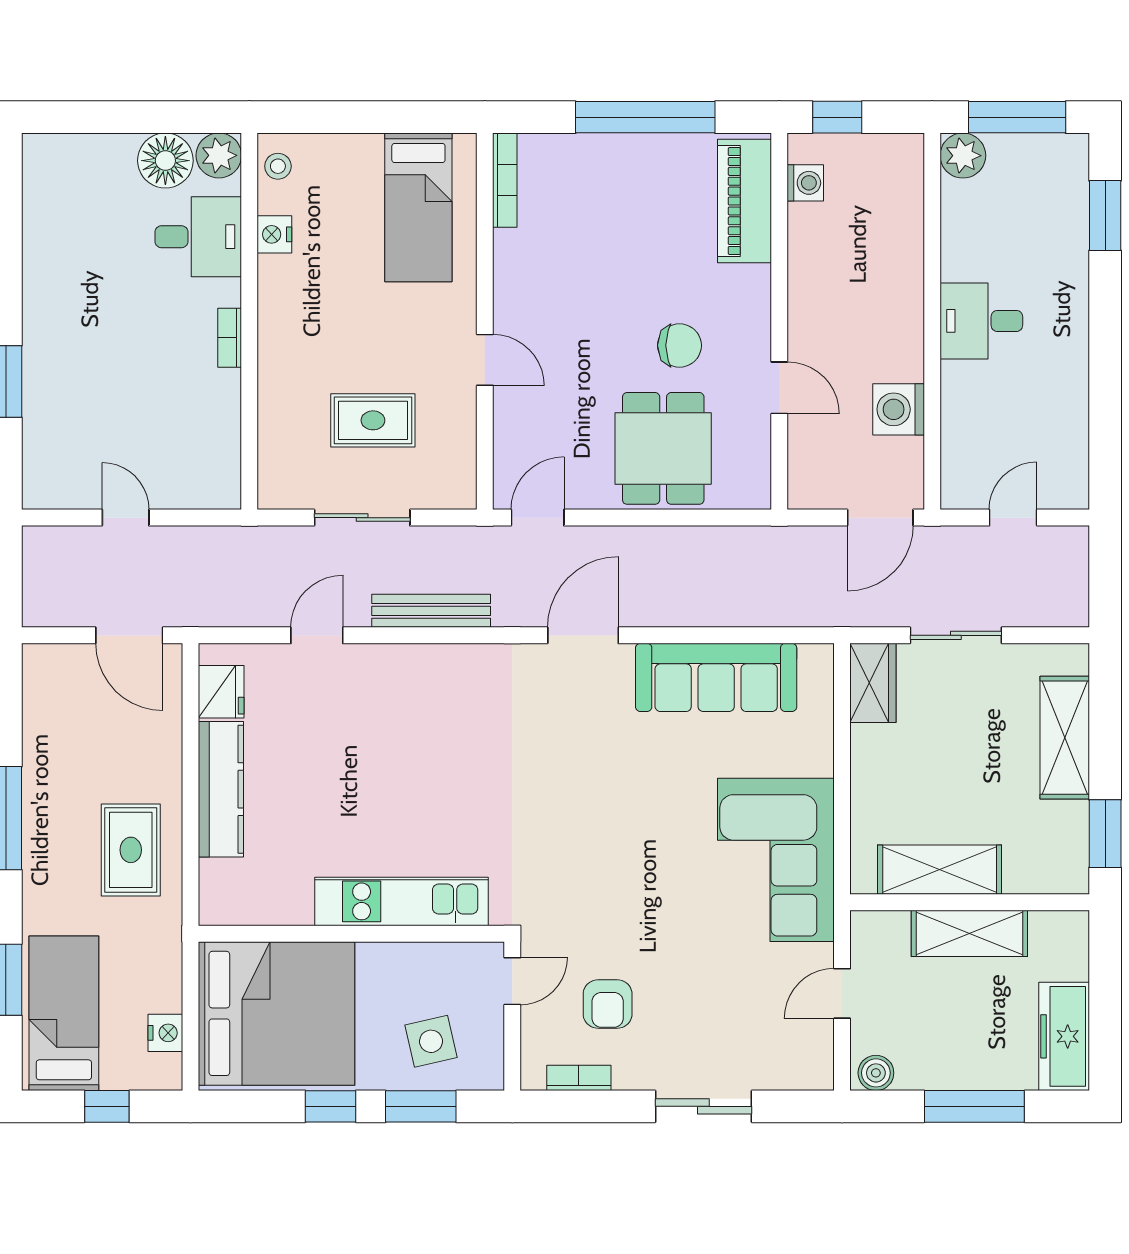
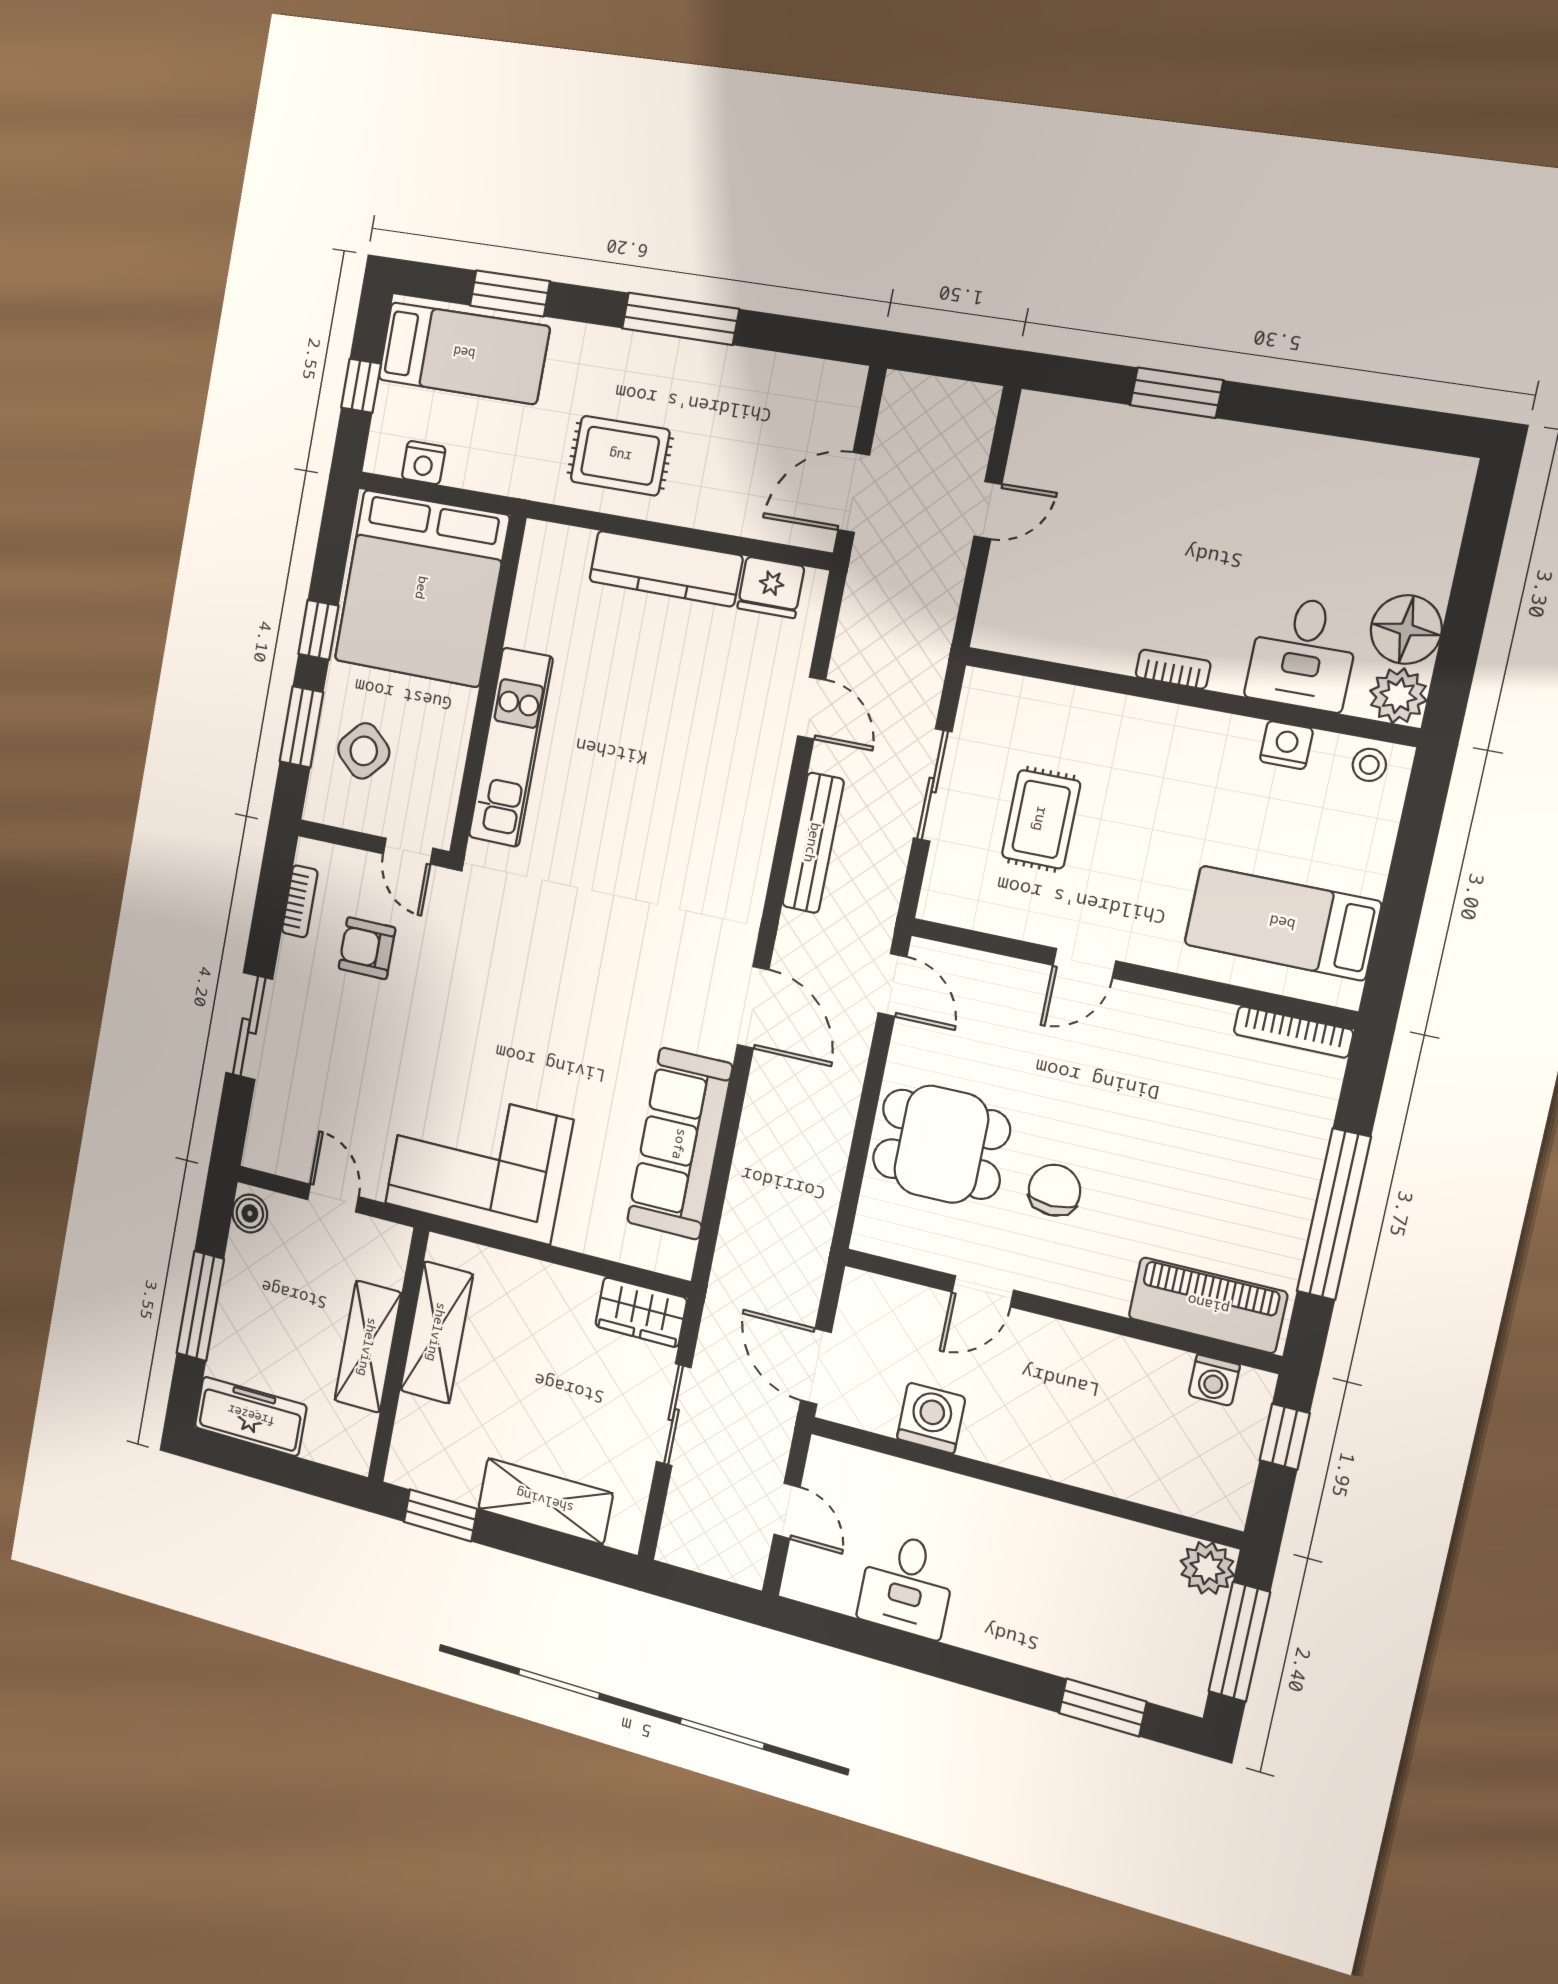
desk: (981, 321) -> (907, 1585), moved, turned 180
chair: (680, 345) -> (1055, 1190), turned 180
side table: (431, 1041) -> (364, 751), turned -35

